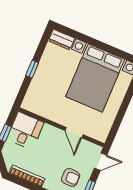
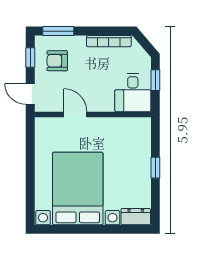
door: (101, 162) -> (30, 94), hinge flipped

